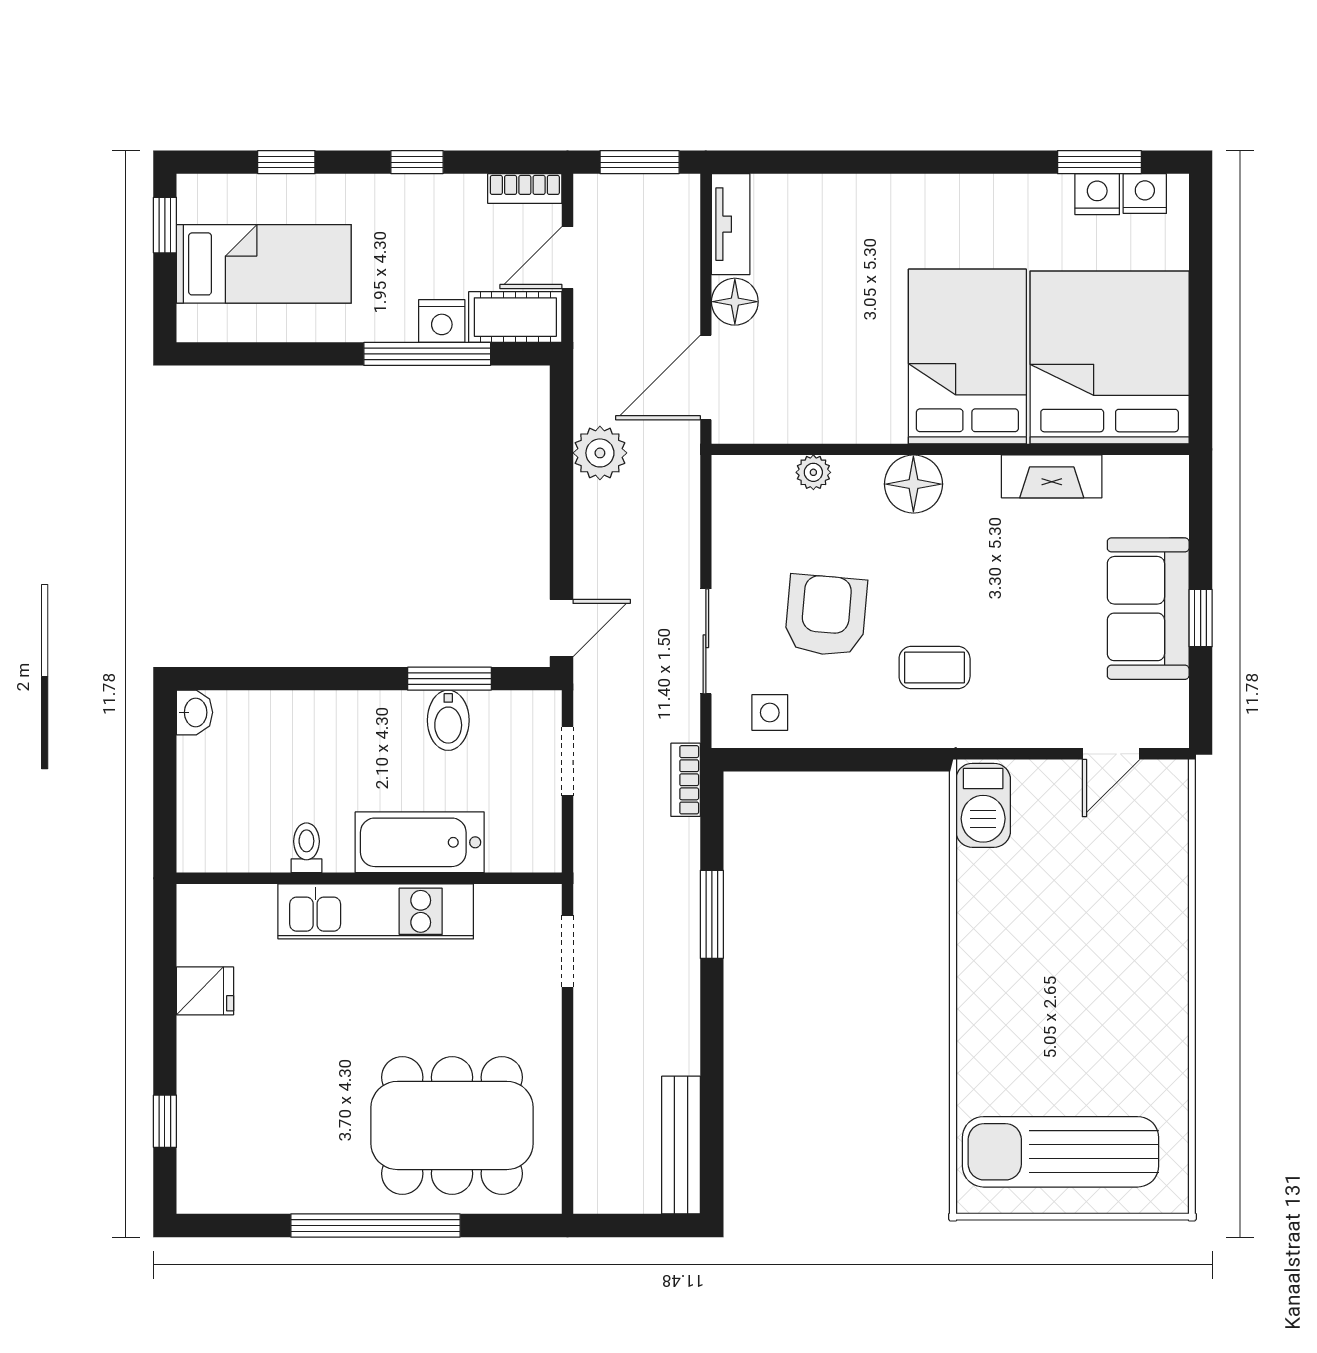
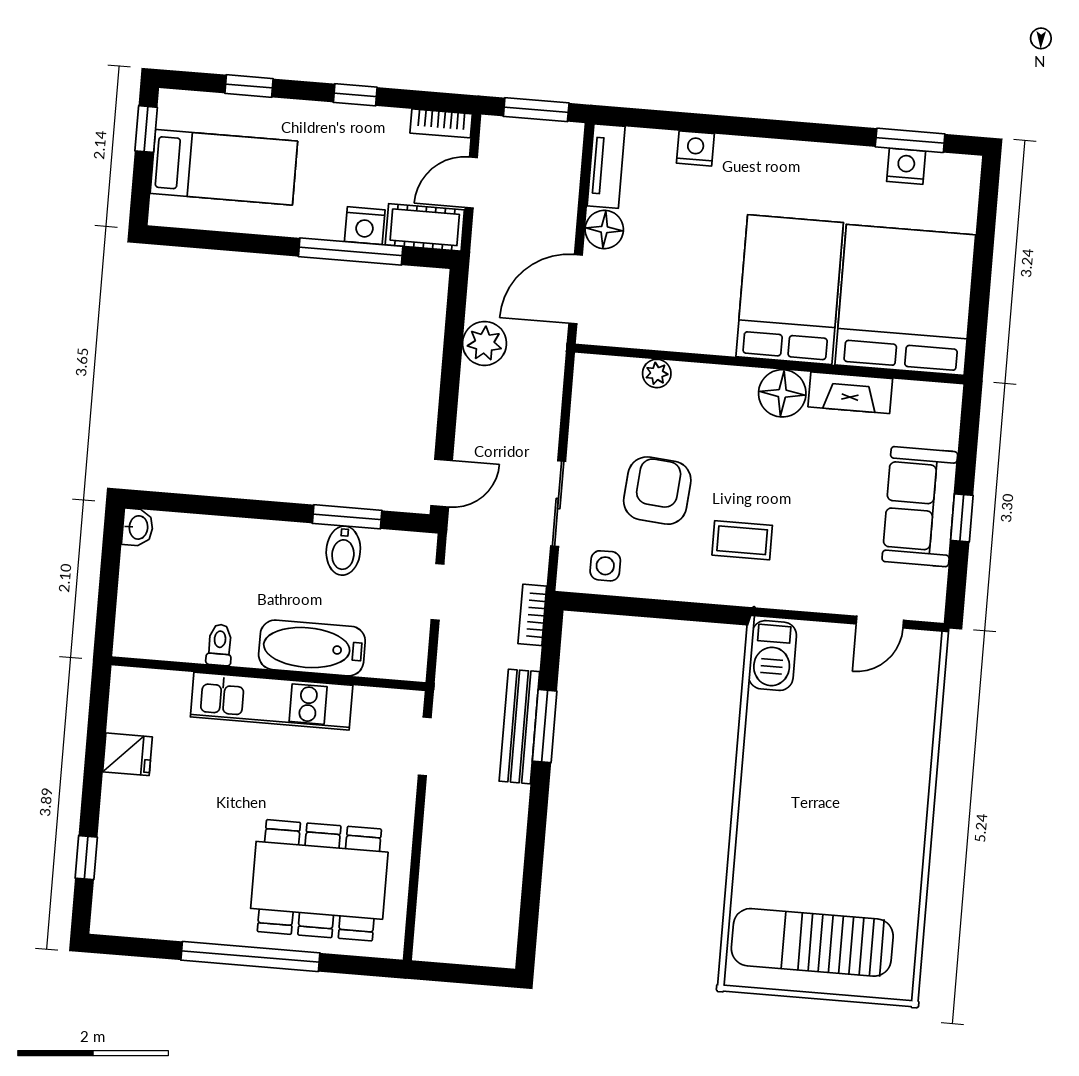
nightstand: (1145, 194) -> (695, 148), moved
floor lamp: (913, 484) -> (782, 393), moved
bench: (681, 1145) -> (519, 726), moved

